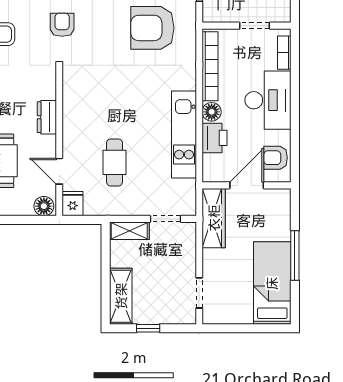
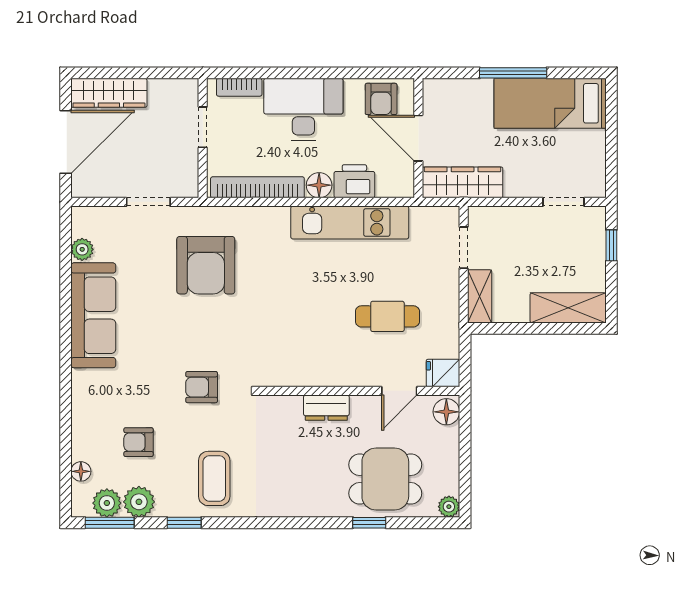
window: (148, 328) -> (611, 245), moved

